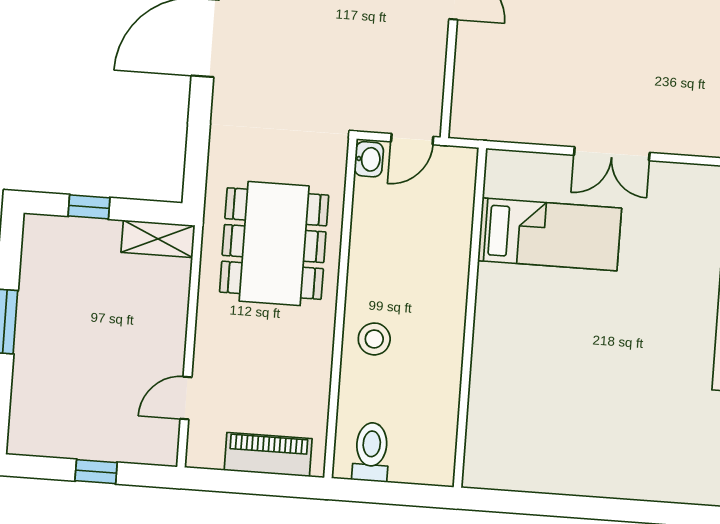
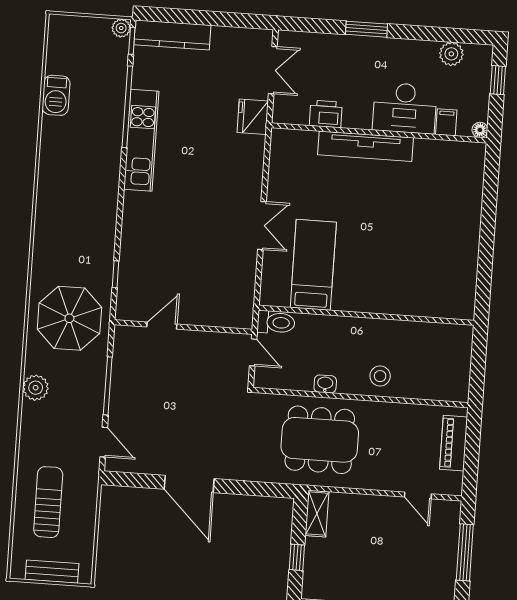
washbasin: (369, 159) -> (325, 384), moved
toilet: (371, 452) -> (276, 322), moved, turned 180
window: (96, 472) -> (465, 552), width x2.17

